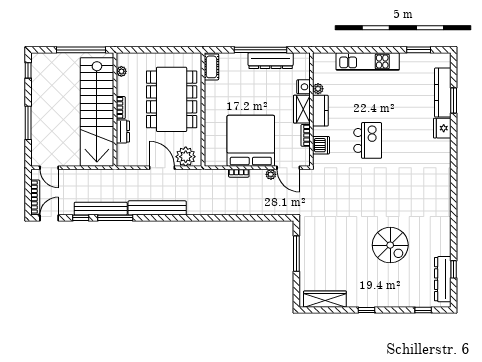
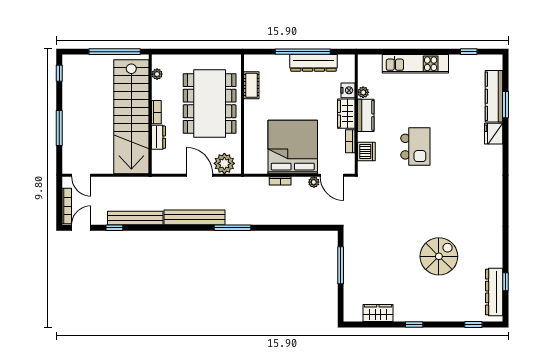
window: (419, 50) -> (469, 52), width x0.67
cot: (211, 67) -> (251, 85), moved
window: (115, 218) -> (232, 228), moved
spiral stairs: (390, 245) -> (439, 256), turned -90
wardrobe: (325, 299) -> (378, 313), width x0.67

